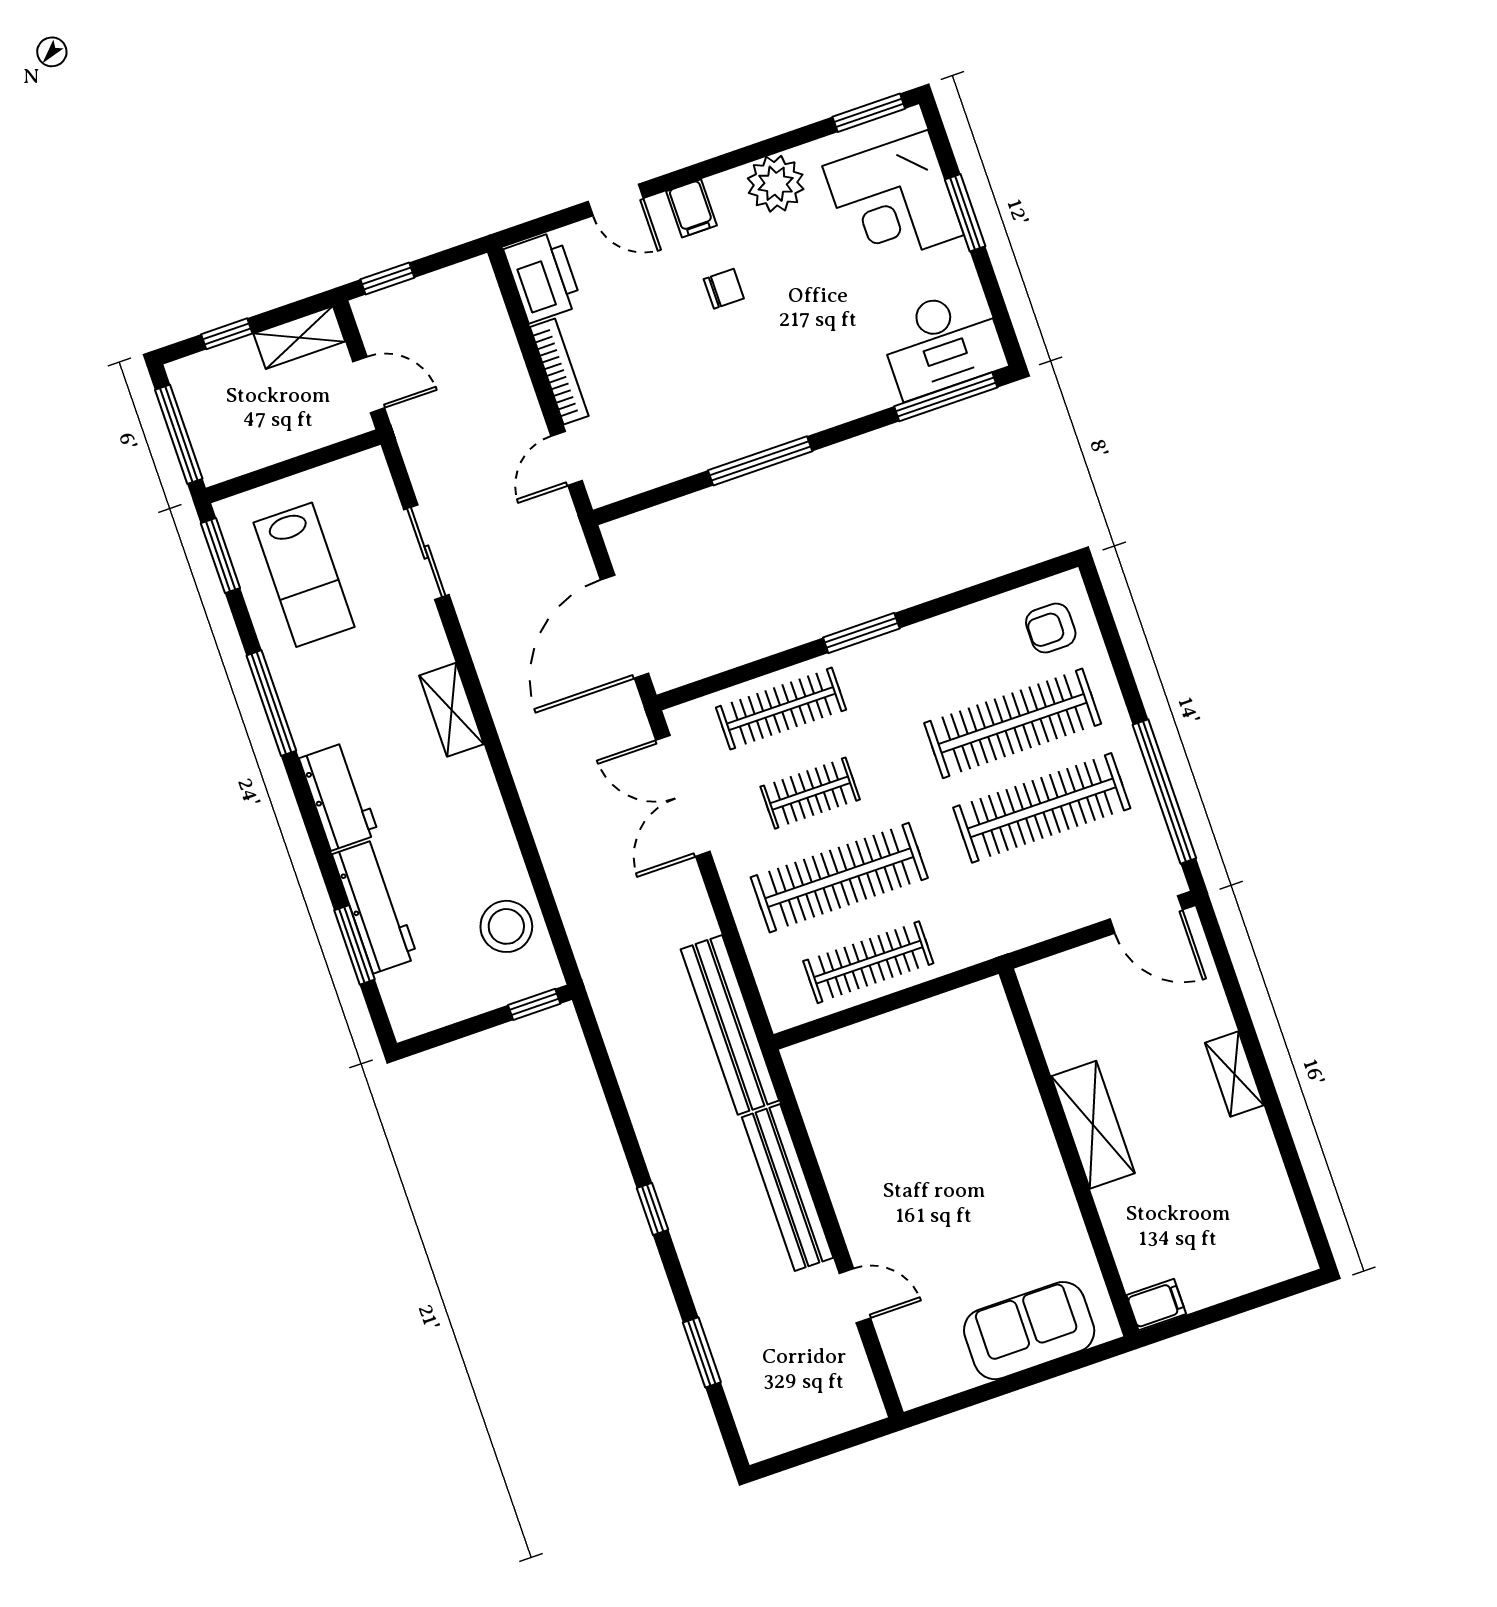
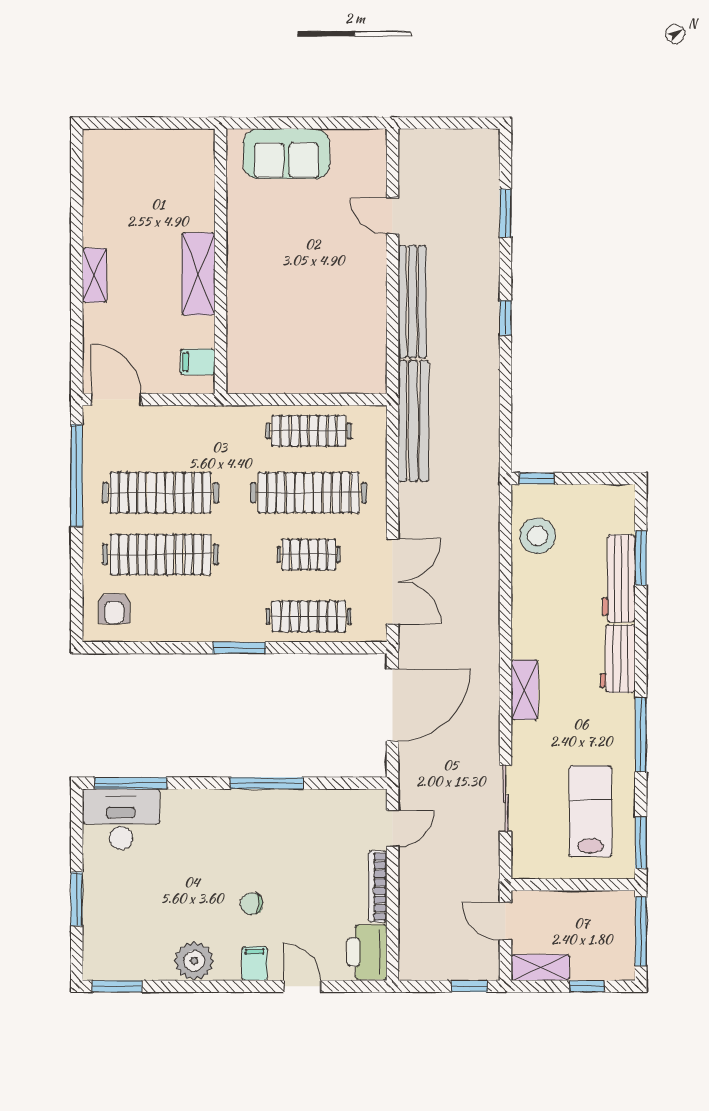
corner desk: (893, 201) -> (121, 923), removed
armchair: (1051, 628) -> (114, 608), turned 90
filing cabinet: (1156, 1305) -> (198, 362), moved

